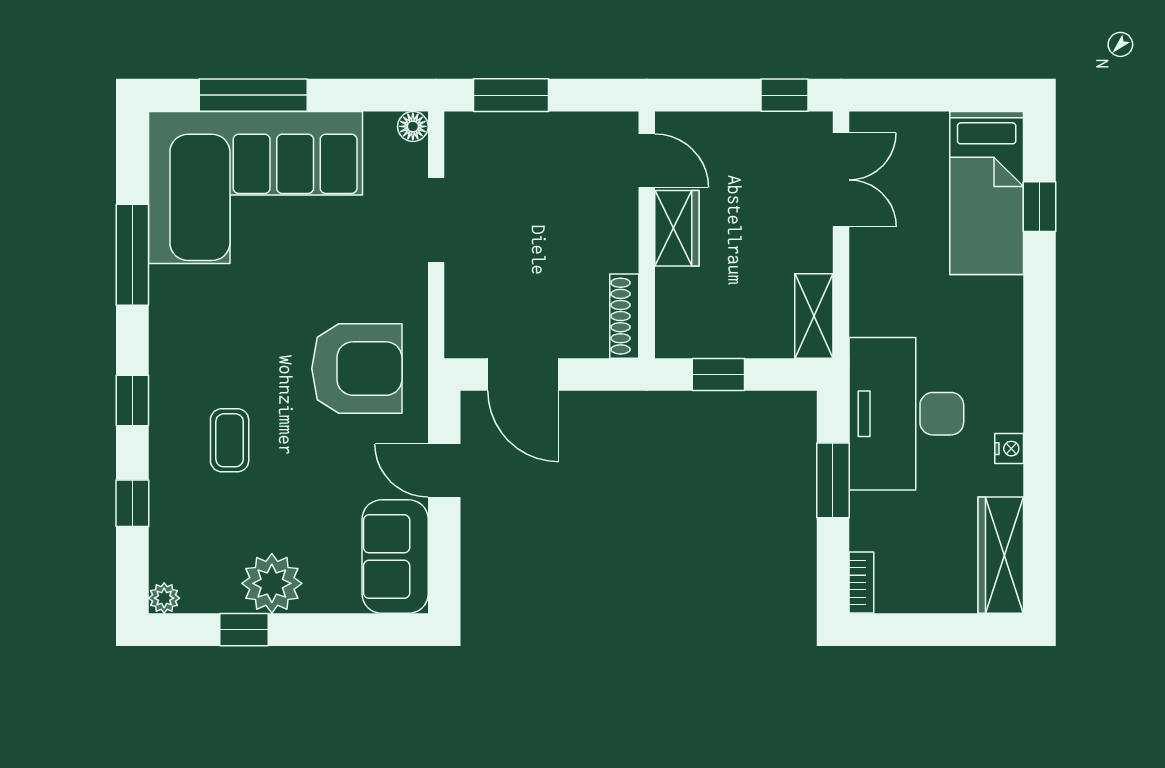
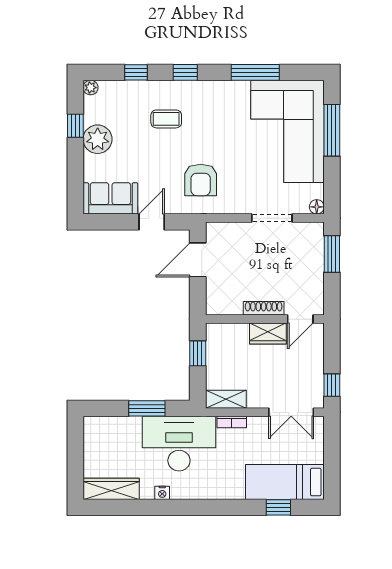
shoe rack: (624, 316) -> (264, 308), moved
armchair: (357, 369) -> (201, 180), width x0.73, depth x0.73
bookcase: (861, 583) -> (232, 422), moved

